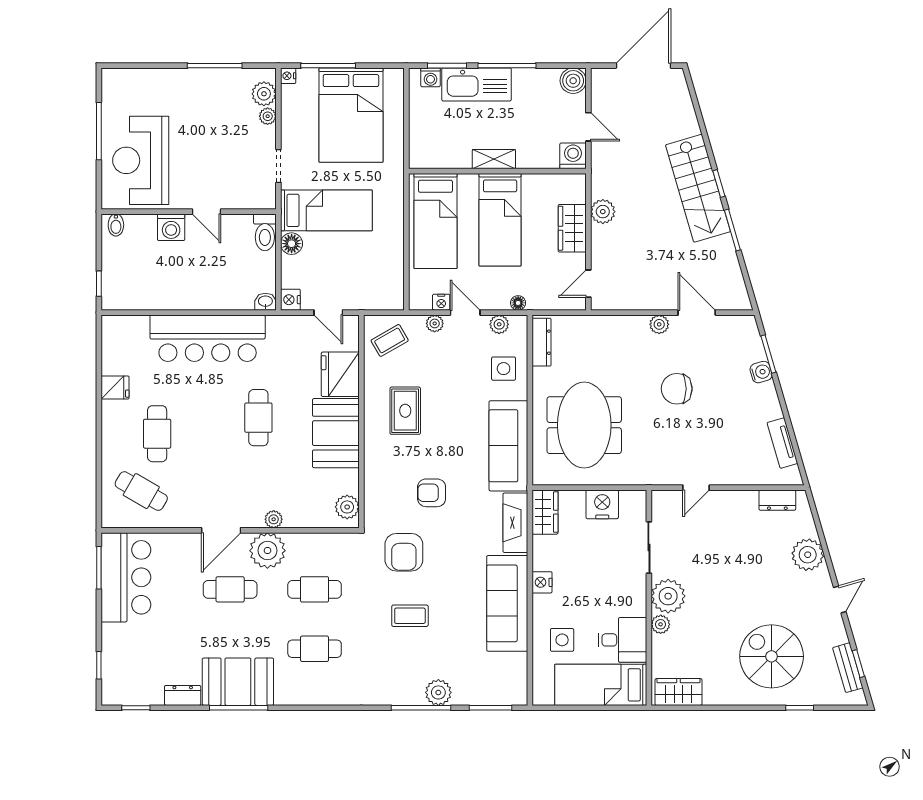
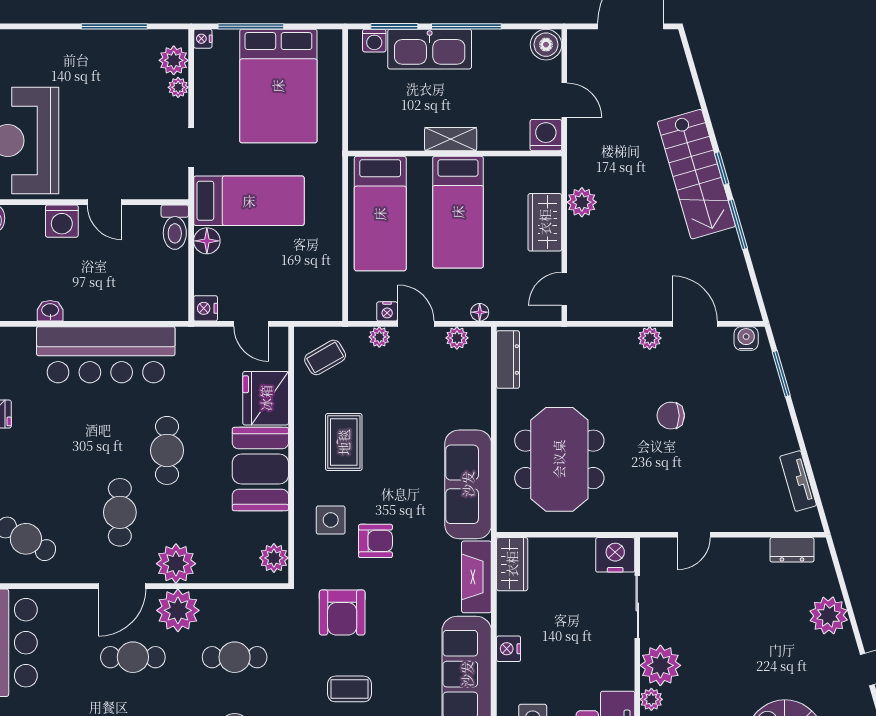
washbasin: (265, 302) -> (50, 311), moved
side table: (504, 369) -> (331, 520), moved
water cooler: (761, 372) -> (746, 338), moved, turned -74
chair: (677, 389) -> (671, 416), width x0.73, depth x0.73
cafe table: (157, 434) -> (120, 512), moved
armchair: (432, 493) -> (375, 541), turned 180
nightstand: (602, 504) -> (615, 555), moved
plant: (274, 519) -> (176, 564), width x1.88, depth x1.88

